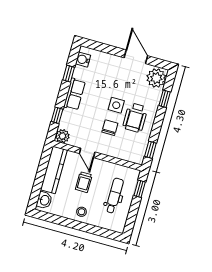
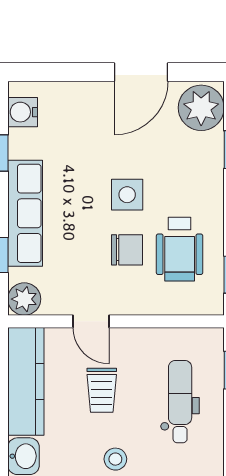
door: (136, 57) -> (141, 72), swing flipped
row of seats: (74, 94) -> (25, 213), width x1.48
wheelchair: (135, 118) -> (180, 249), moved
chair: (110, 128) -> (127, 250), turned 90

